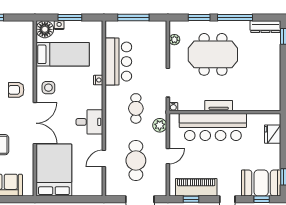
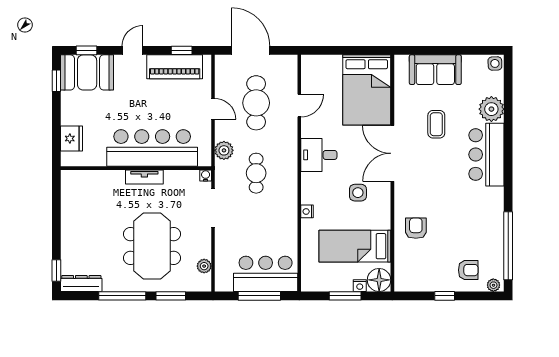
meeting table: (213, 54) -> (152, 246), turned 90
bar counter: (118, 62) -> (266, 274), moved, turned 90
side table: (48, 88) -> (358, 193), moved
armchair: (16, 90) -> (416, 228), moved, turned -90
door: (168, 156) -> (213, 109), swing flipped

